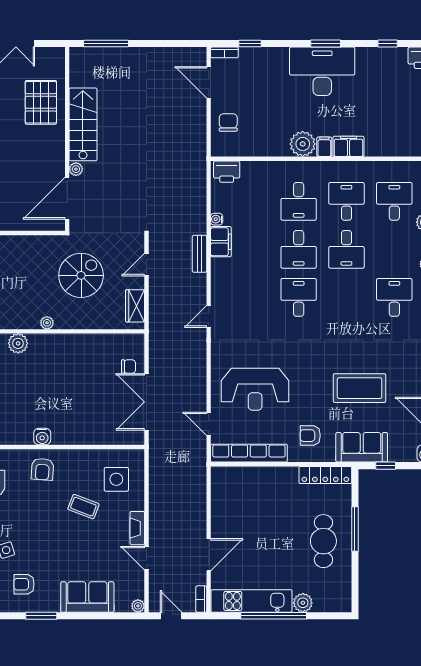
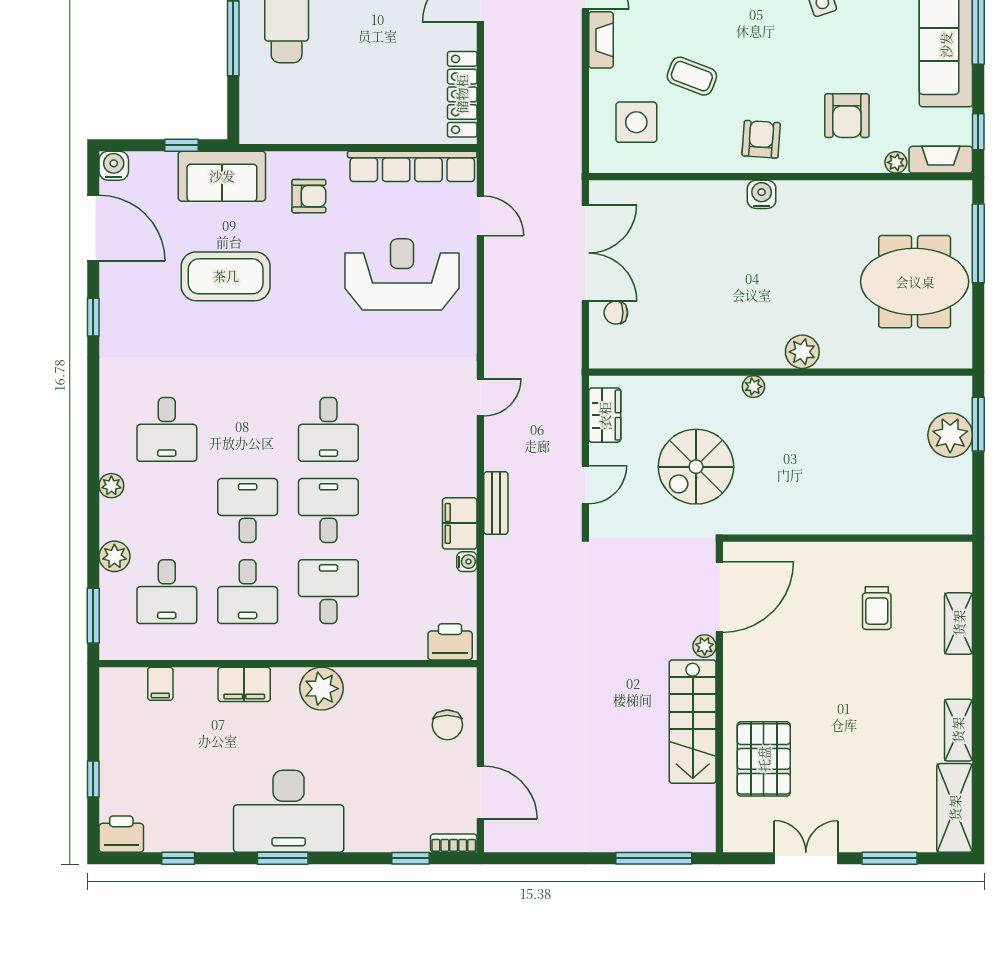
filing cabinet: (324, 147) -> (160, 684), moved
locker: (325, 475) -> (462, 94), moved, turned -90

